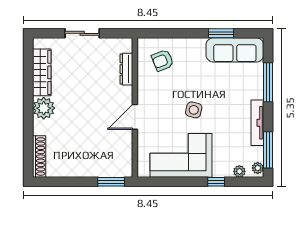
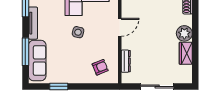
sliding door: (82, 33) -> (157, 86), width x1.37
sofa: (235, 50) -> (37, 60), moved, turned 90
wardrobe: (42, 72) -> (186, 53), width x0.67

